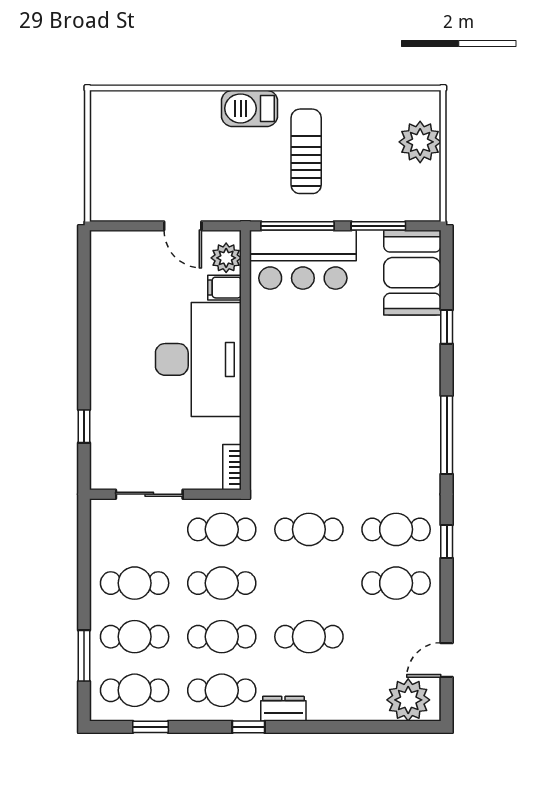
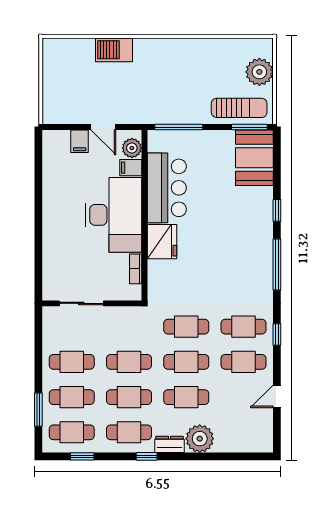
barbecue: (249, 108) -> (114, 50), moved
sun lounger: (306, 151) -> (239, 108), moved, turned 90
window: (378, 226) -> (249, 127), moved
filing cabinet: (147, 248) -> (80, 141), added
bar counter: (303, 260) -> (167, 188), moved, turned -90
window: (447, 327) -> (277, 210), moved
fridge: (272, 400) -> (162, 242), added
window: (84, 426) -> (38, 259), removed
bookcase: (232, 467) -> (136, 269), moved
cafe table: (222, 529) -> (186, 362), moved
door: (447, 660) -> (277, 396), moved
plant: (408, 700) -> (200, 439), moved

